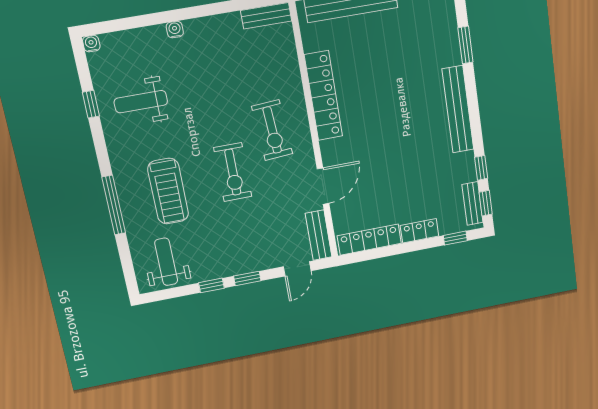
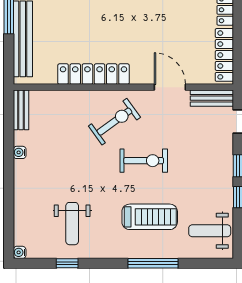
water cooler: (175, 30) -> (20, 152), moved
exercise bike: (272, 130) -> (114, 122), turned -32

